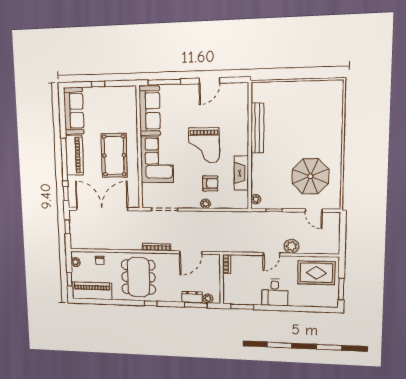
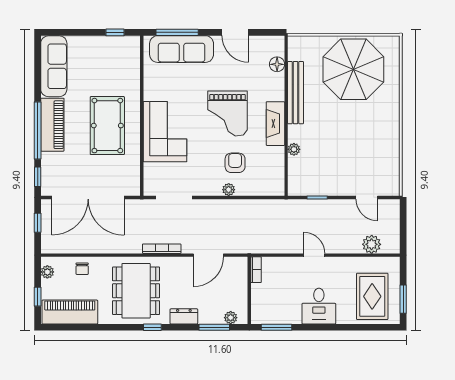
door: (209, 81) -> (235, 32), hinge flipped
window: (98, 84) -> (115, 32), moved
floor lamp: (243, 106) -> (277, 64), added
sofa: (150, 111) -> (182, 49), moved, turned 90
fireplace: (241, 173) -> (275, 124), moved
parasol: (310, 176) -> (353, 69), moved, width x1.36, depth x1.36
armchair: (210, 183) -> (235, 163), turned -90
plant: (256, 199) -> (294, 149), moved
double door: (102, 209) -> (88, 197), swing flipped
plant: (292, 246) -> (372, 244), moved
door: (271, 254) -> (314, 255), swing flipped
rug: (316, 273) -> (372, 296), moved, turned 90
dresser: (192, 297) -> (184, 316), moved

